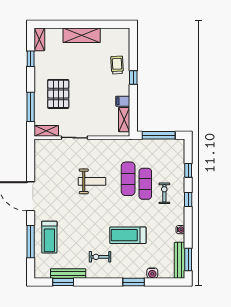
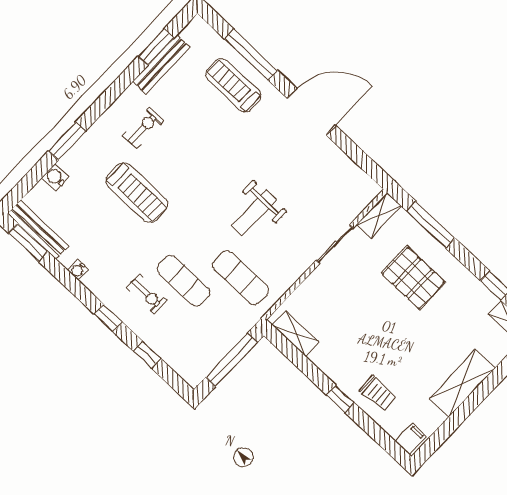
filing cabinet: (123, 101) -> (411, 439), moved
exercise mat: (128, 179) -> (241, 278), moved
treadmill: (128, 235) -> (137, 193), turned 90

